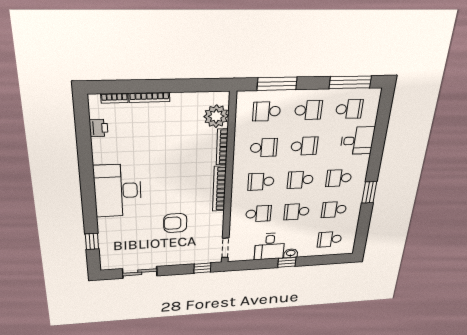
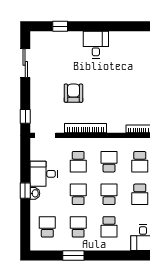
school desk: (339, 178) -> (109, 227), turned 180
bookcase: (219, 189) -> (86, 128), moved
desk: (118, 191) -> (96, 45), width x0.53, depth x0.77
window: (369, 192) -> (73, 256), moved

